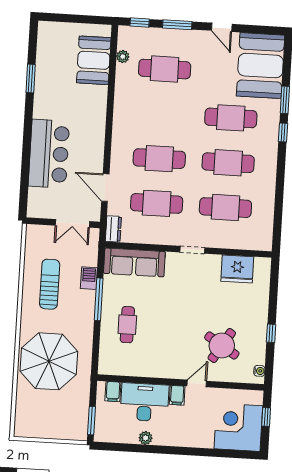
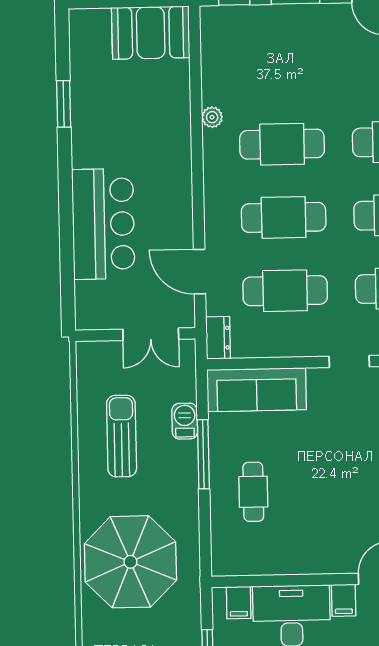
plant: (123, 57) -> (212, 117), moved
booth: (94, 60) -> (151, 33), moved, turned 90
cafe table: (165, 69) -> (282, 144), moved

